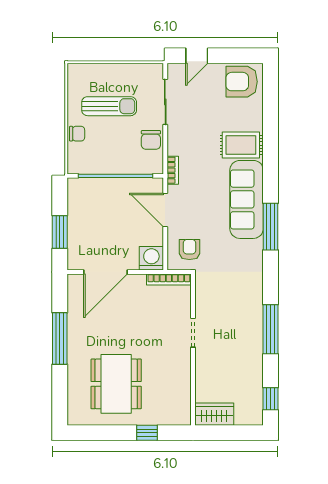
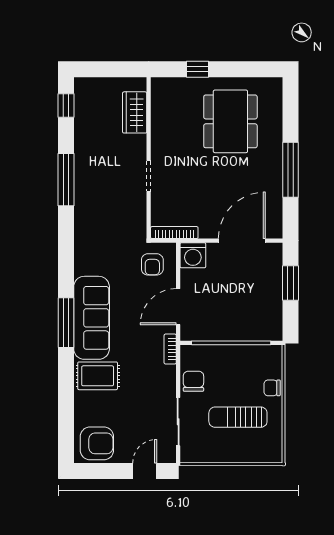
door: (165, 210) -> (178, 307), swing flipped
window: (271, 227) -> (66, 323), moved
wardrobe: (214, 414) -> (135, 112), moved, turned 90

